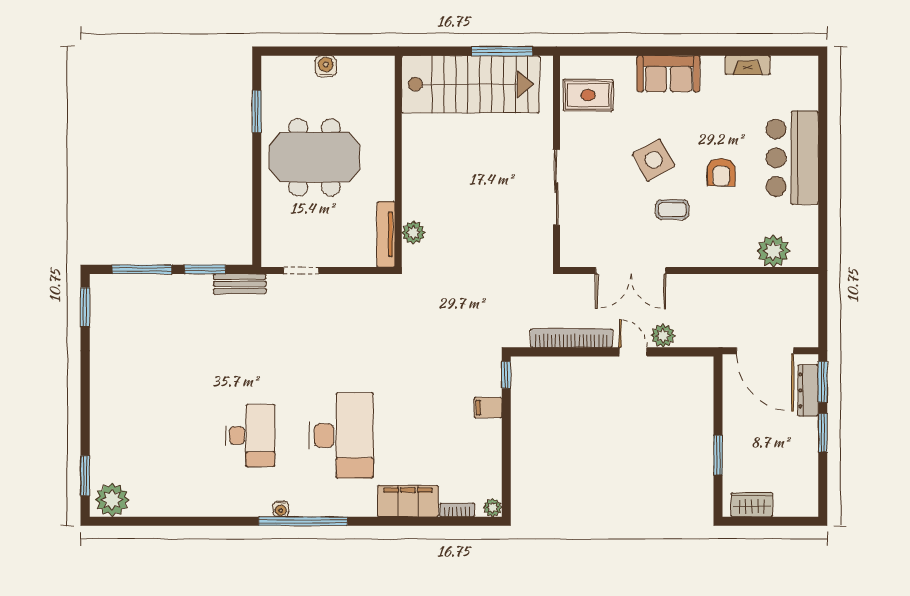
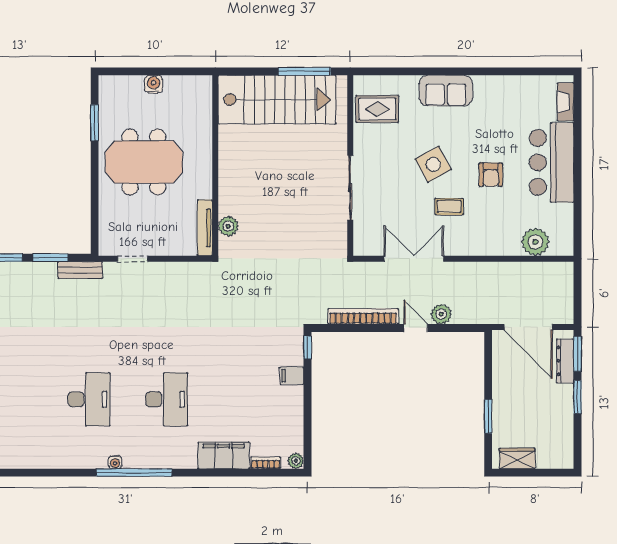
fireplace: (748, 65) -> (566, 102), moved, turned 90
double door: (631, 271) -> (414, 259), swing flipped
desk: (341, 435) -> (167, 399), width x0.73, depth x0.77

